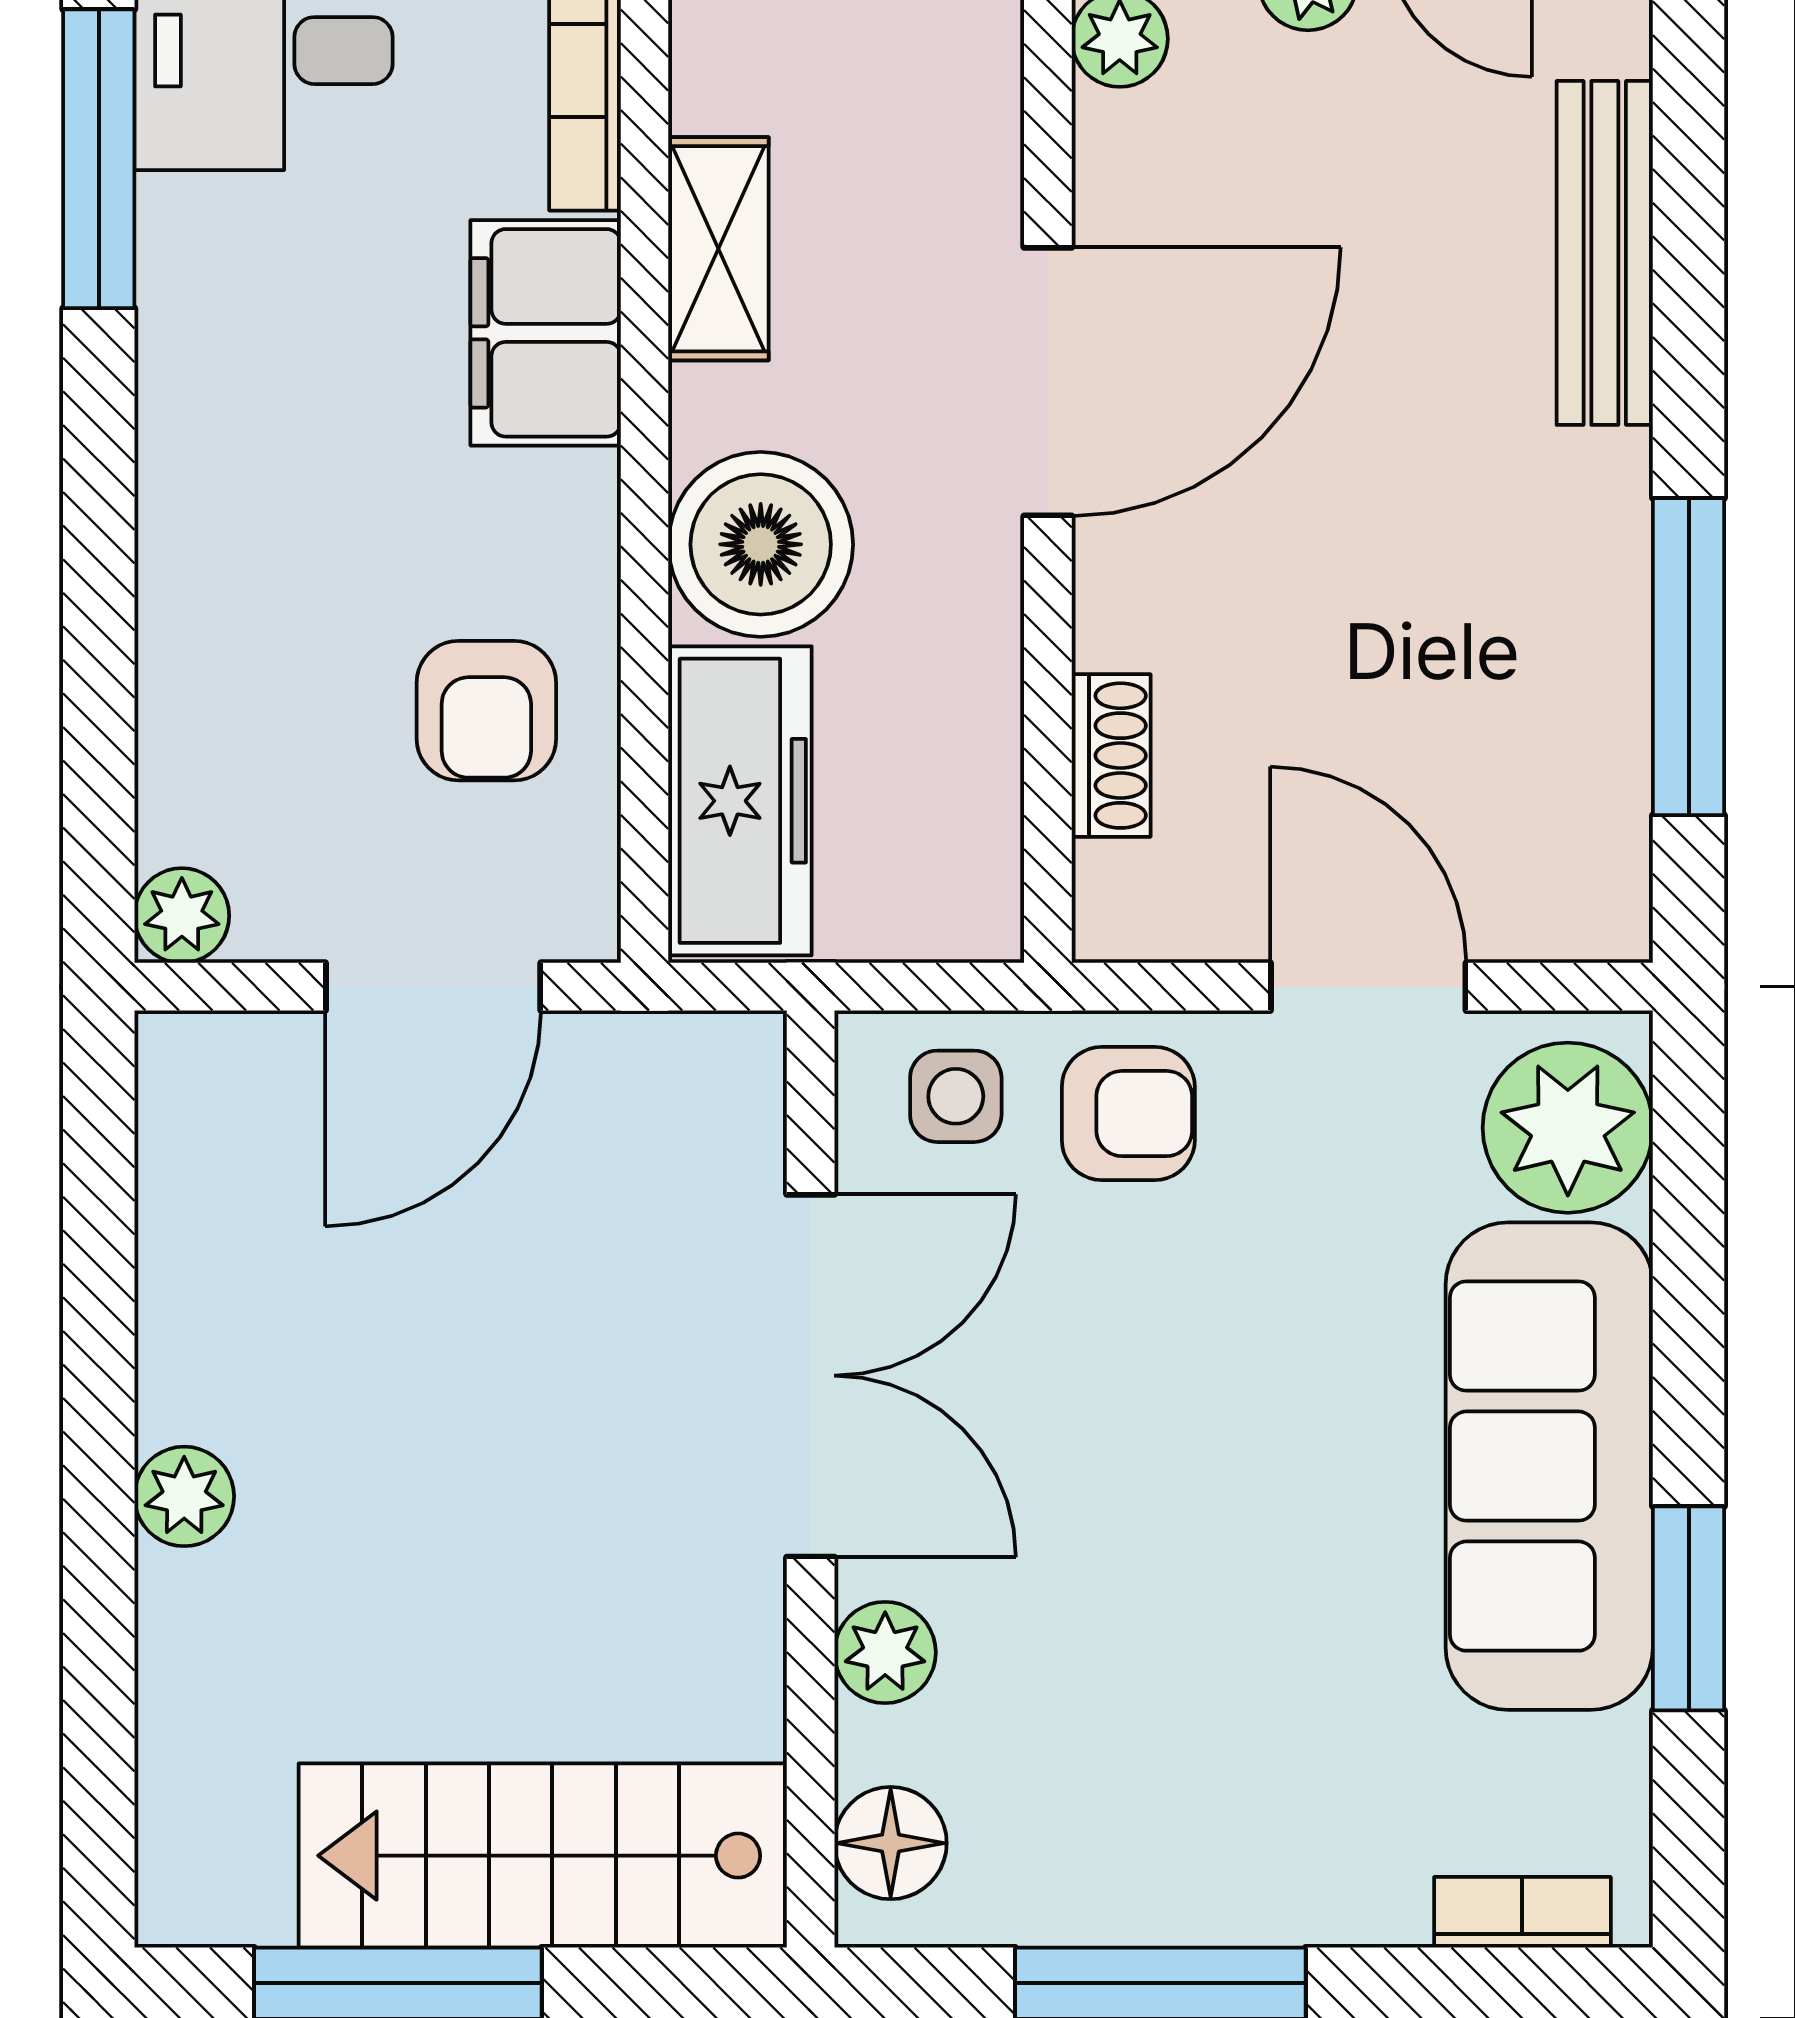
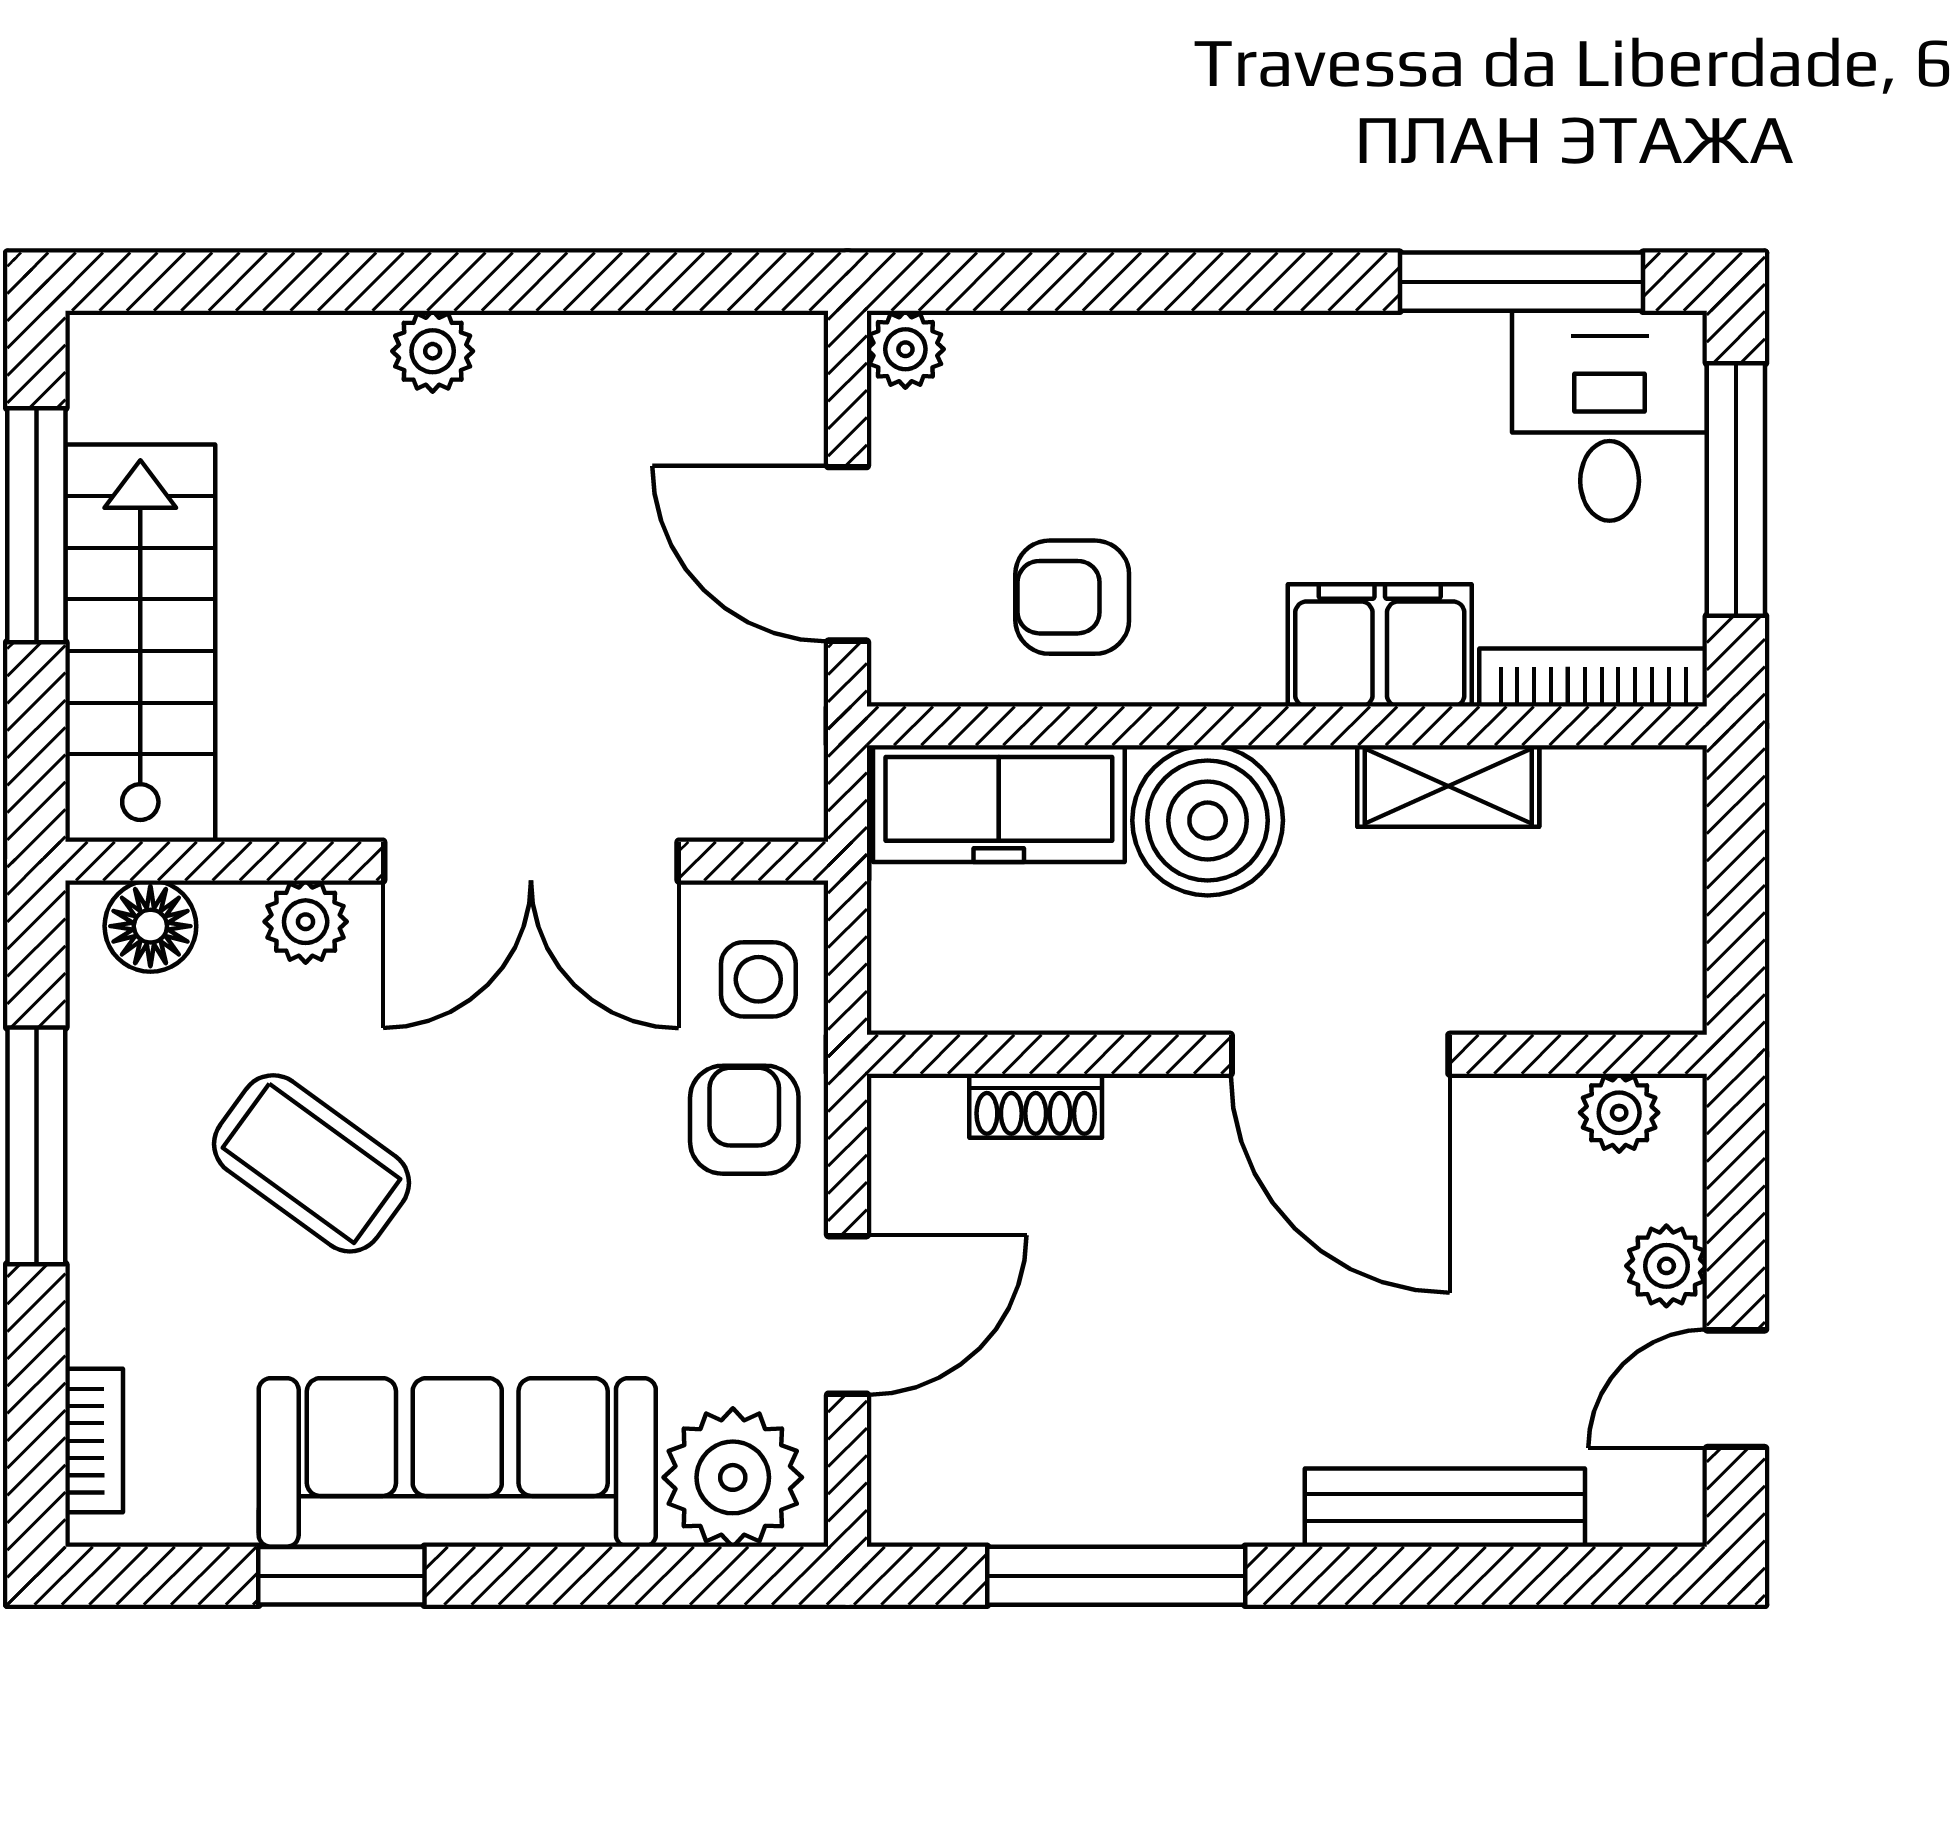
armchair: (1128, 1114) -> (744, 1120), turned 180
coffee table: (1182, 1645) -> (312, 1163), added

